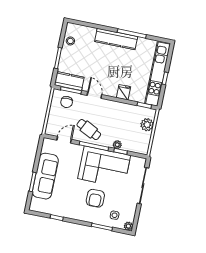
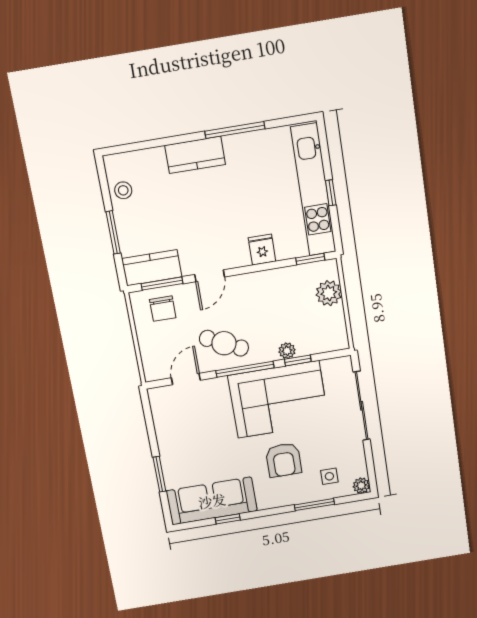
kitchen counter: (116, 39) -> (195, 155), width x0.67
door: (94, 95) -> (210, 276), swing flipped
sofa: (45, 176) -> (212, 501), moved, turned -90

